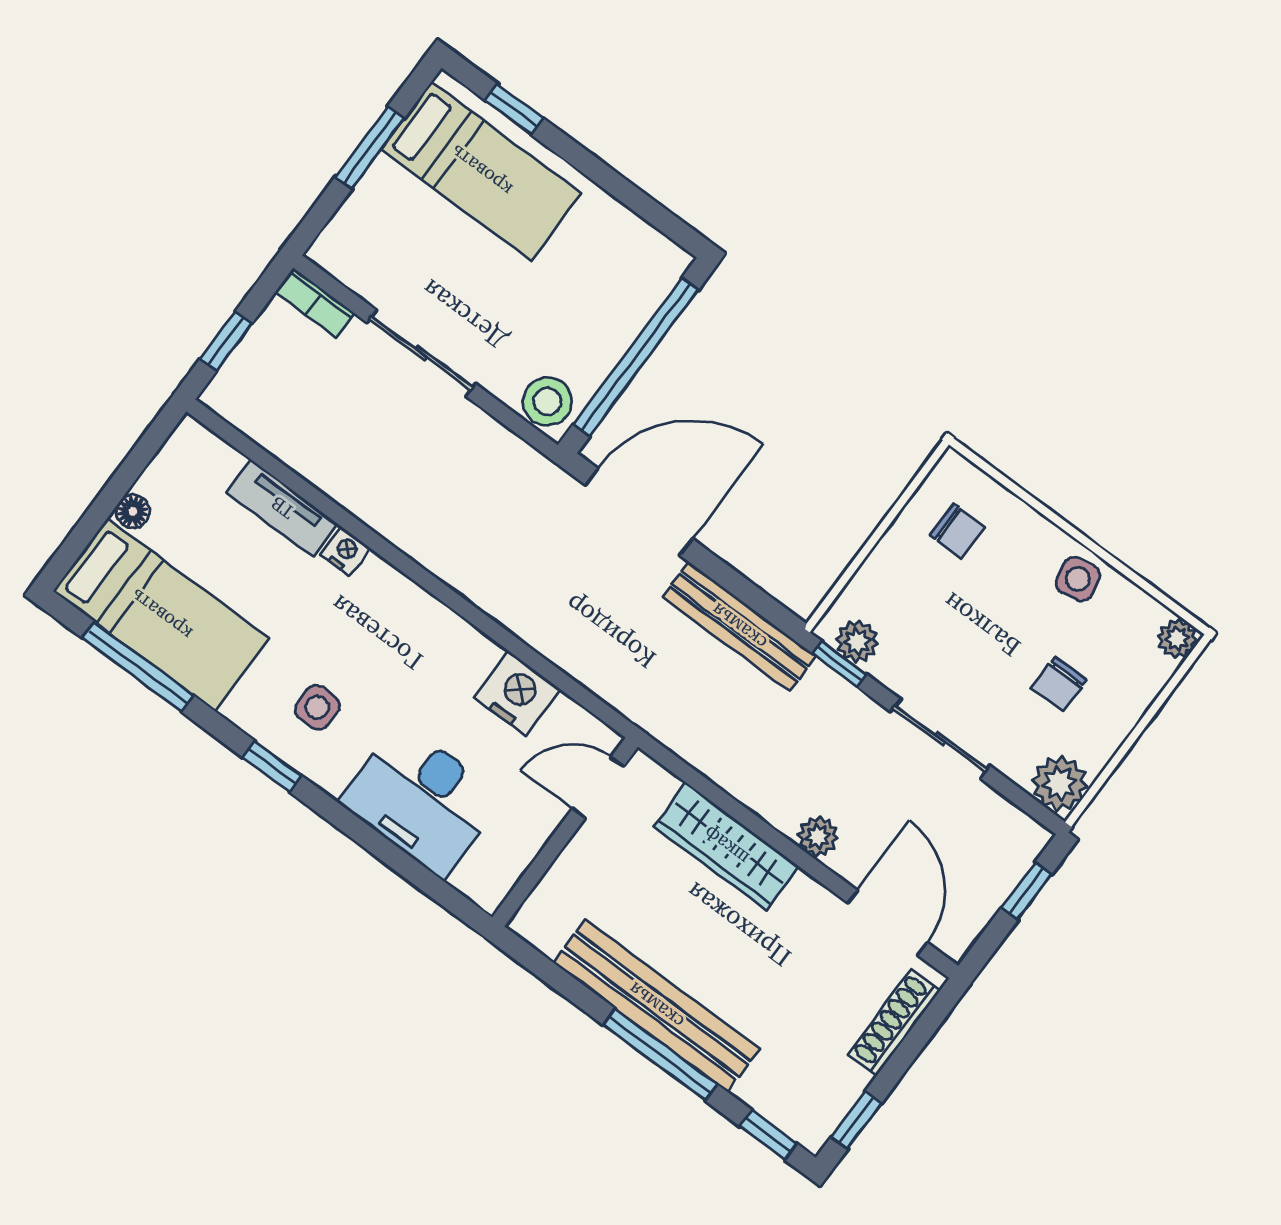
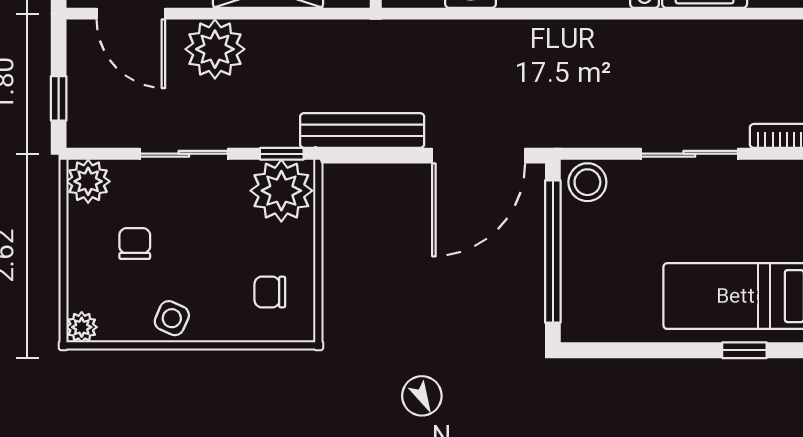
side table: (1078, 579) -> (172, 318), turned 35
plant: (857, 641) -> (281, 191), width x1.87, depth x1.87
plant: (818, 837) -> (215, 49), width x1.88, depth x1.88

